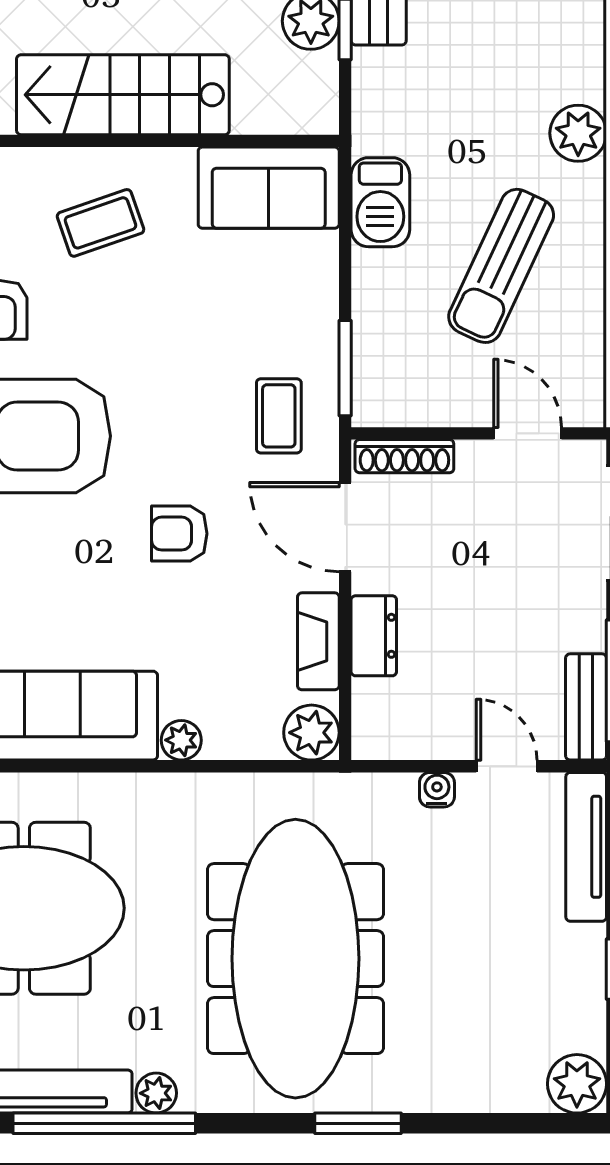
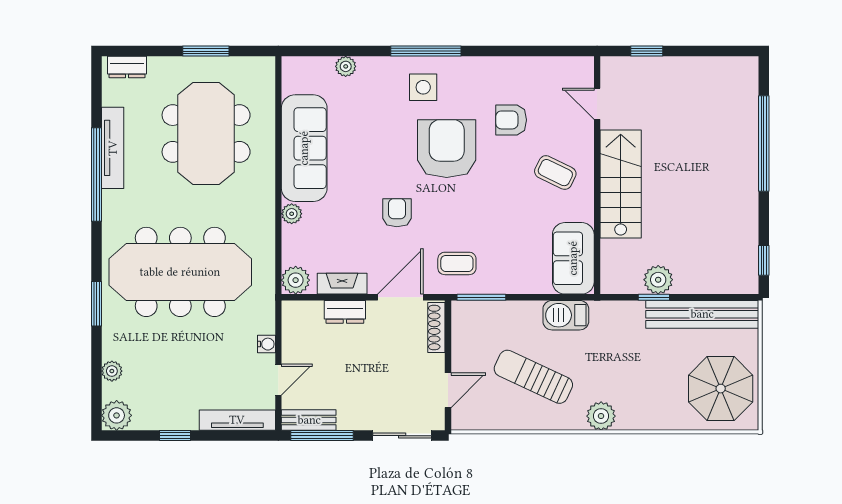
coffee table: (100, 223) -> (555, 173), turned -45
plant: (156, 1093) -> (112, 371), moved

